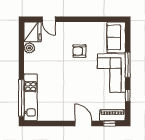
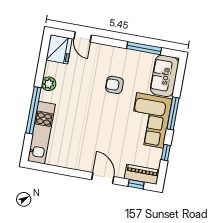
window: (97, 19) -> (144, 48), added
plant: (29, 48) -> (49, 84), moved
window: (21, 98) -> (33, 110), moved

